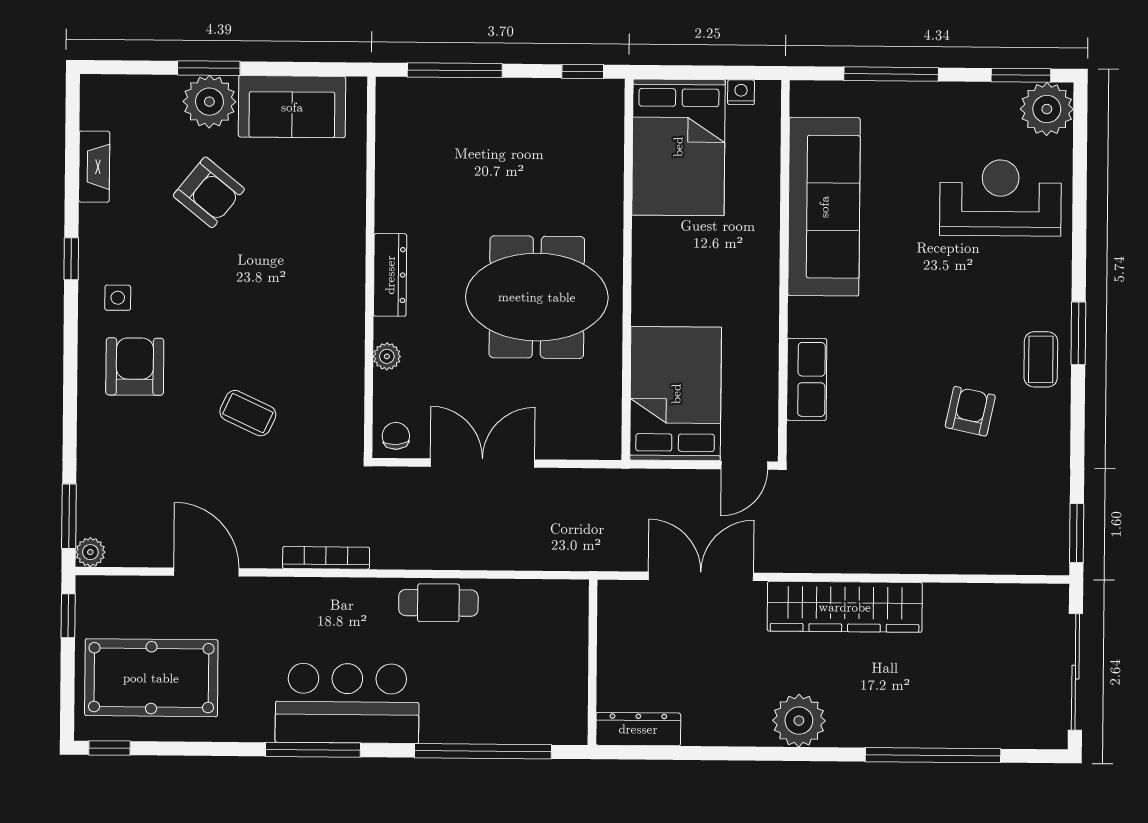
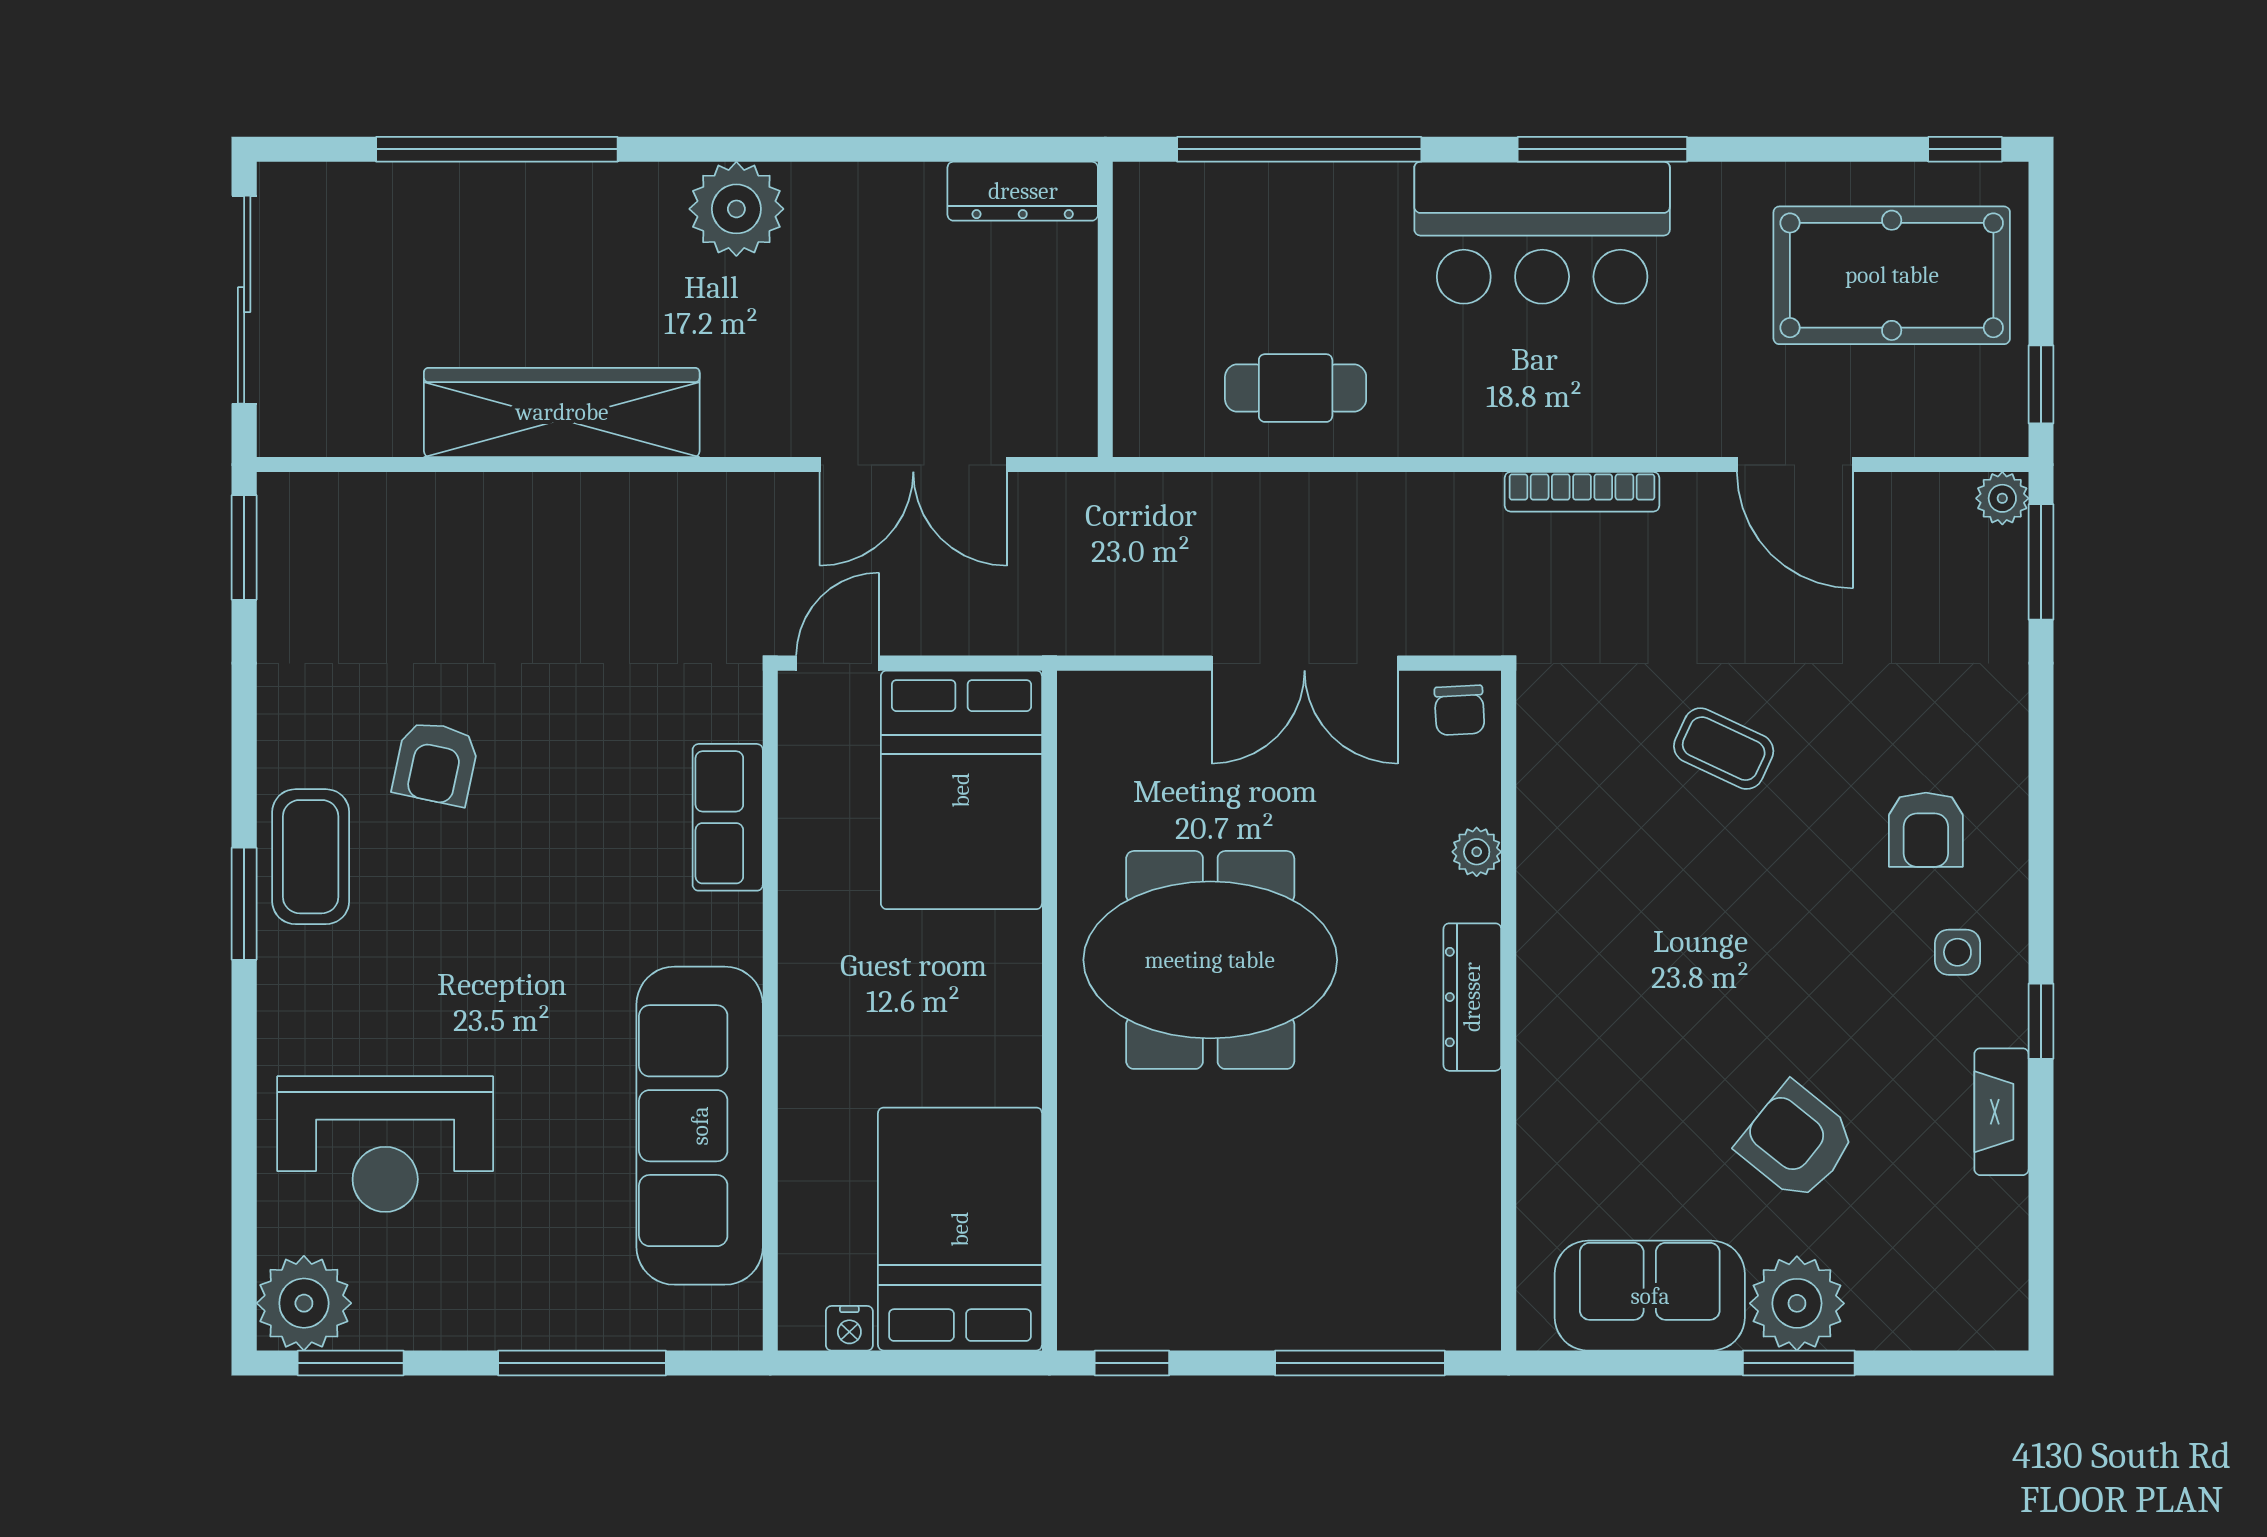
fireplace: (94, 167) -> (2001, 1112), moved
coffee table: (1041, 359) -> (311, 857), width x1.36, depth x1.30
armchair: (135, 367) -> (1926, 830), width x0.72, depth x0.72
cafe table: (438, 603) -> (1296, 388), moved
wardrobe: (845, 607) -> (562, 412), moved

